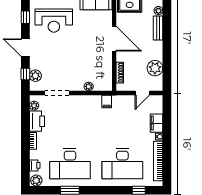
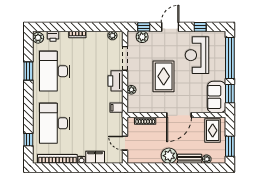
rug: (75, 54) -> (164, 76), added
plant: (155, 68) -> (169, 156), moved
printer: (37, 121) -> (115, 81), moved, turned 90

